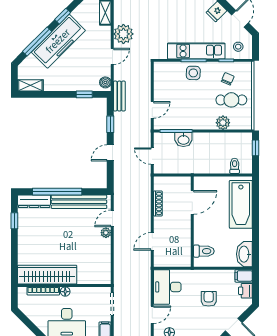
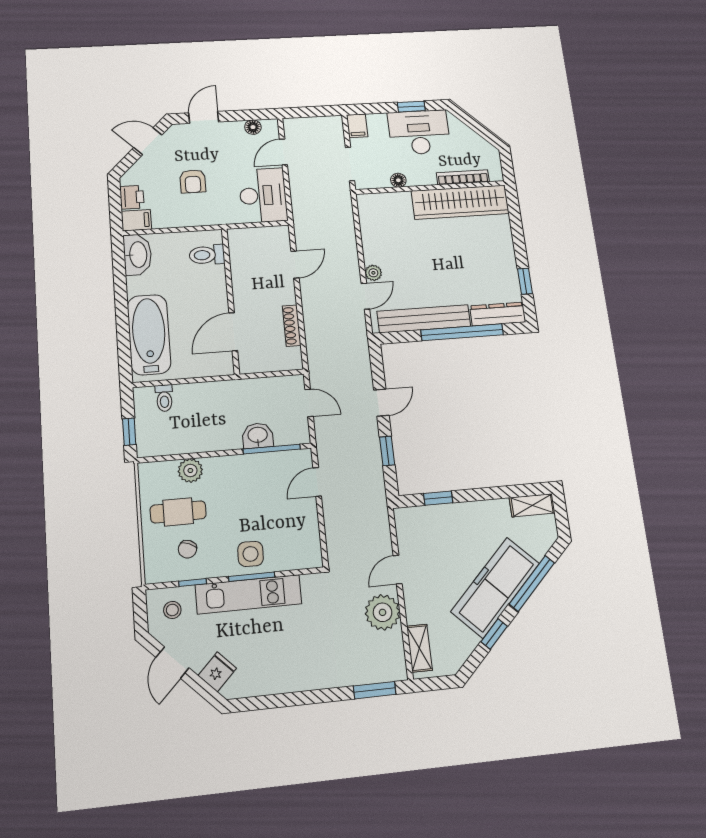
boiler: (105, 82) -> (404, 522), removed
bench: (119, 96) -> (377, 501), removed
floor lamp: (65, 292) -> (398, 180), moved

